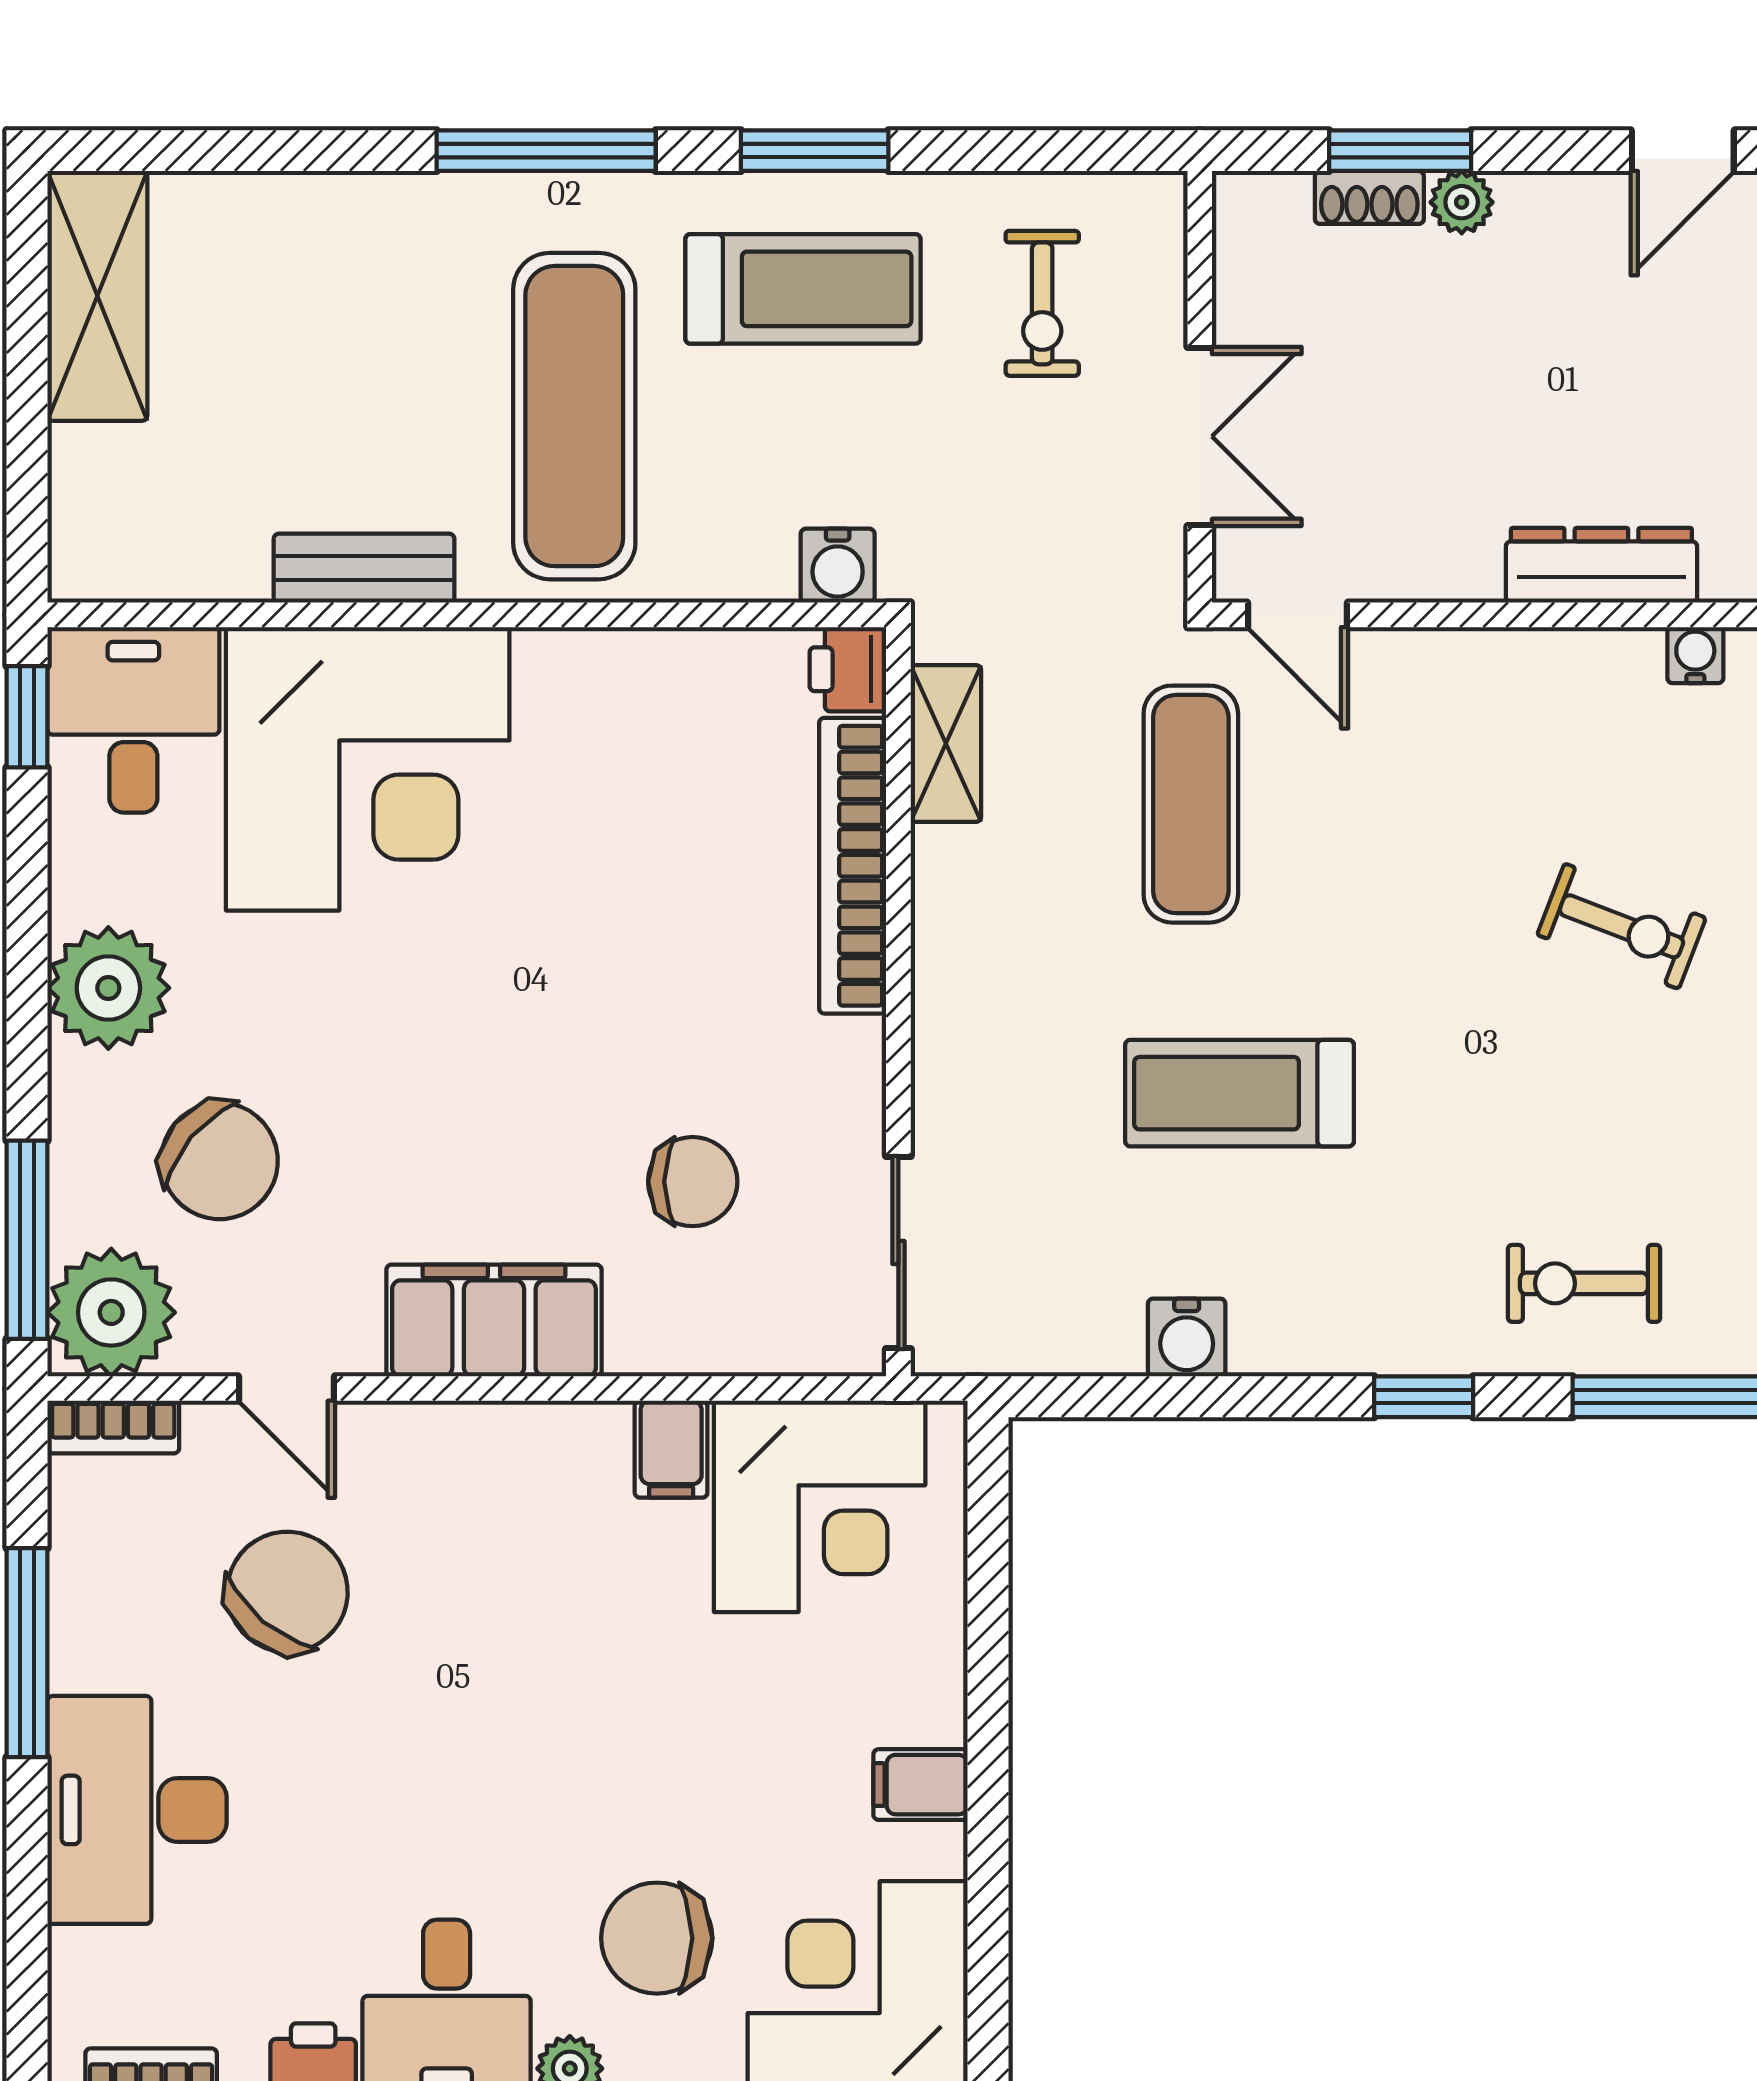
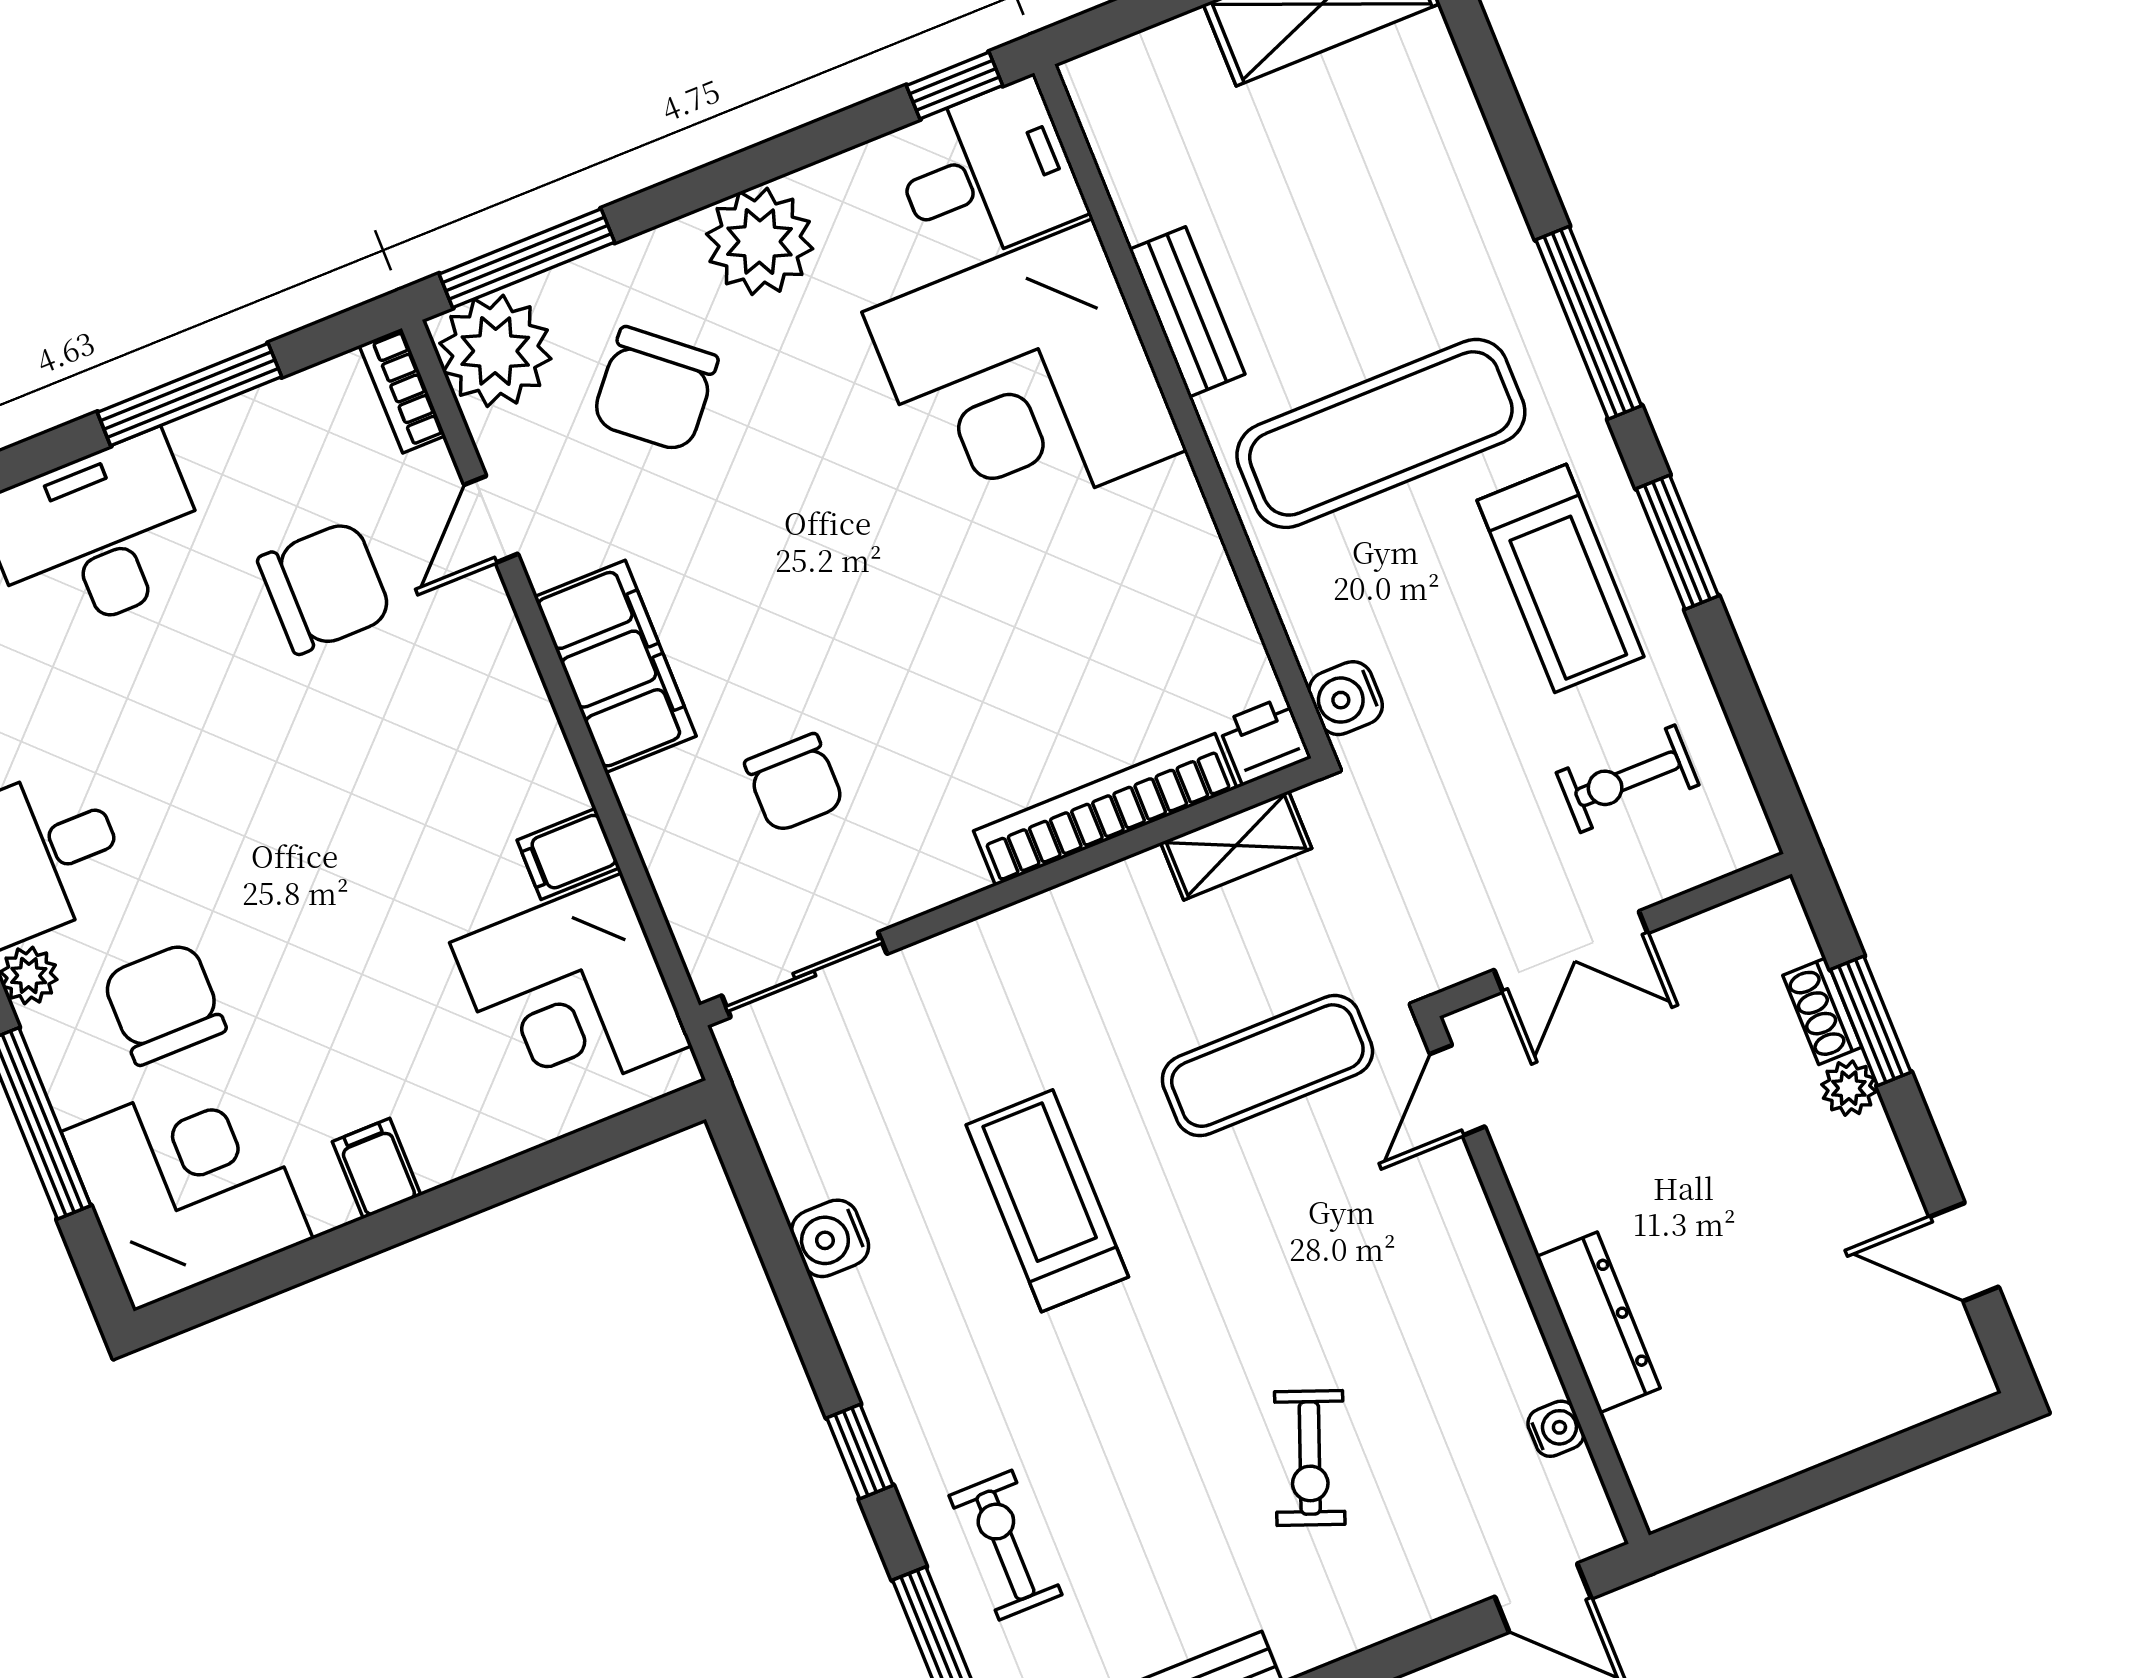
chair: (287, 1592) -> (325, 587), turned -40

